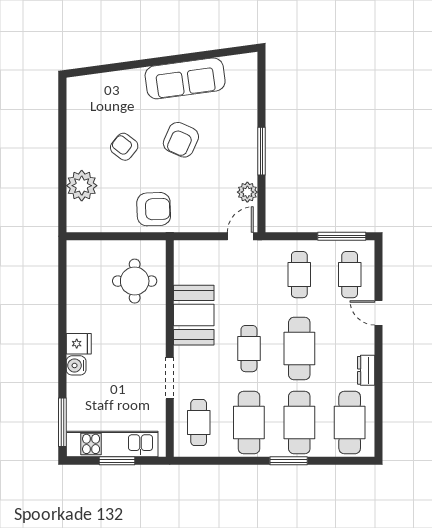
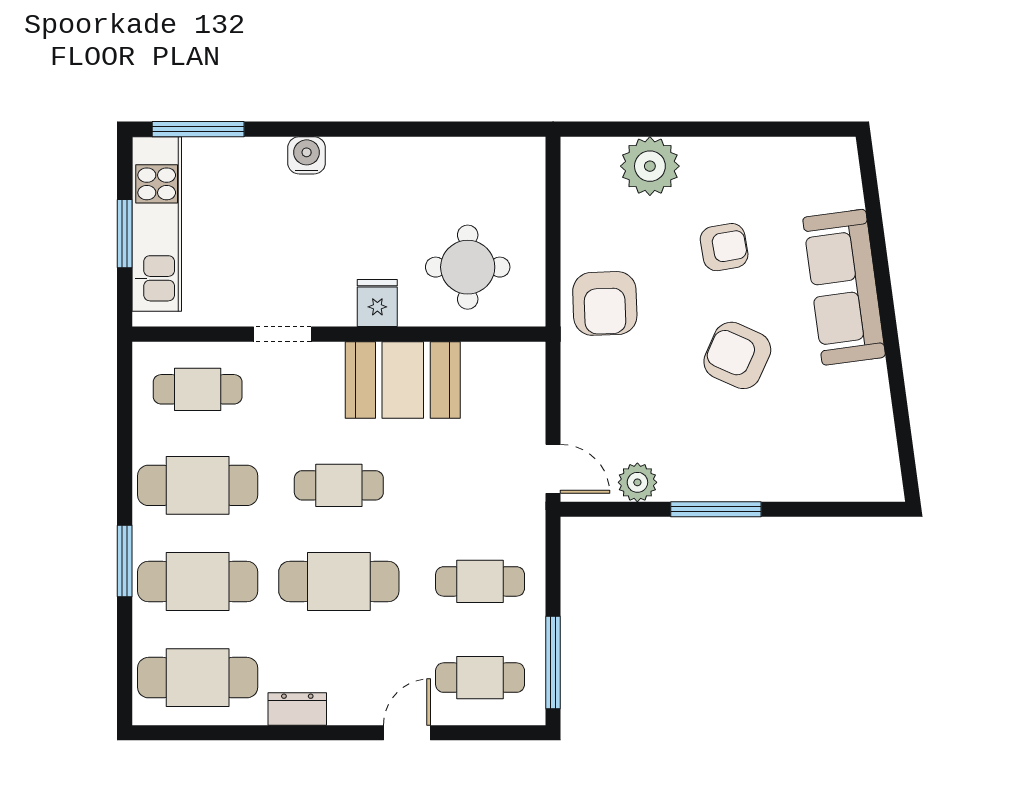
sofa: (185, 78) -> (844, 287), moved
armchair: (124, 147) -> (724, 247), turned 42
fridge: (79, 344) -> (377, 303), moved, turned 180
doorway: (170, 378) -> (283, 334), width x0.73

